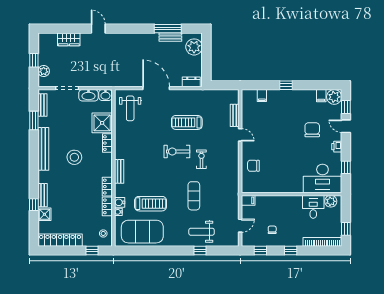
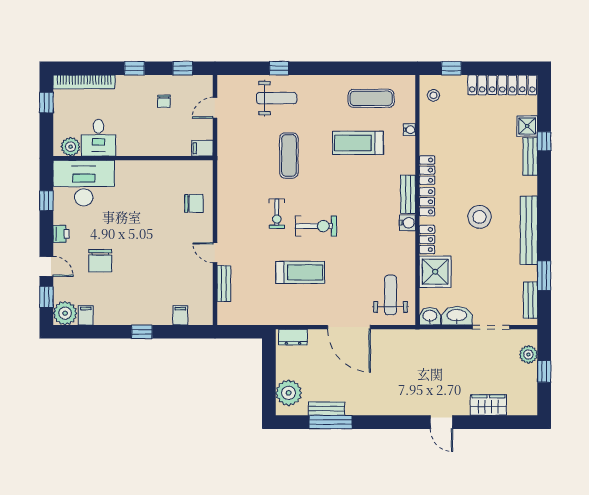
water cooler: (120, 202) -> (407, 223), moved
locker: (107, 206) -> (427, 202), moved
exercise mat: (142, 232) -> (371, 98), width x0.50, depth x0.69

